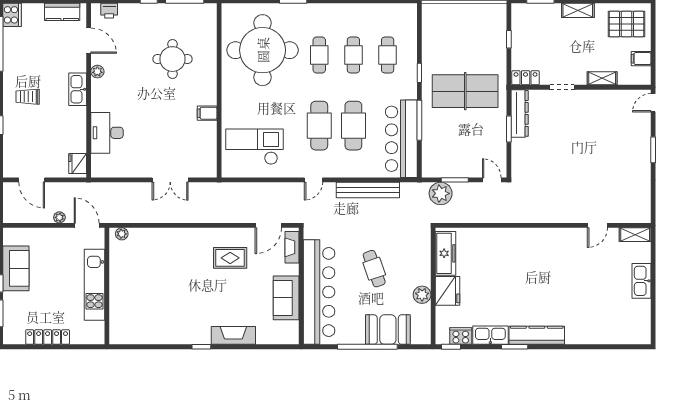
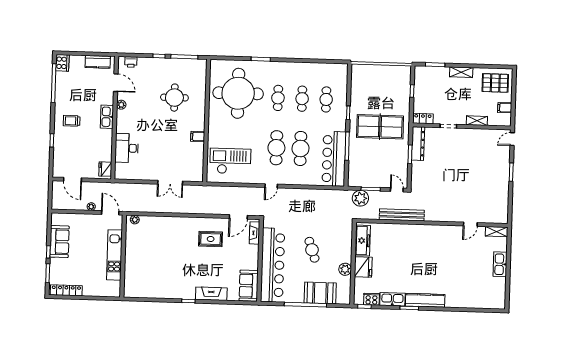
bench: (368, 190) -> (402, 215), moved
sofa: (286, 298) -> (249, 286), moved
locker: (48, 337) -> (66, 290), moved

